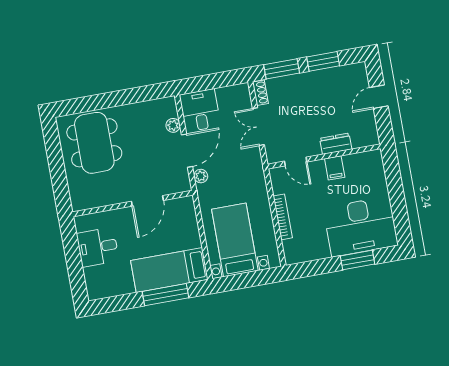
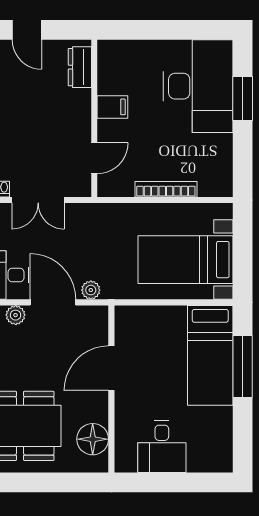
dresser: (336, 144) -> (80, 67), moved
floor lamp: (94, 197) -> (93, 439), added
door: (147, 201) -> (111, 368), swing flipped

